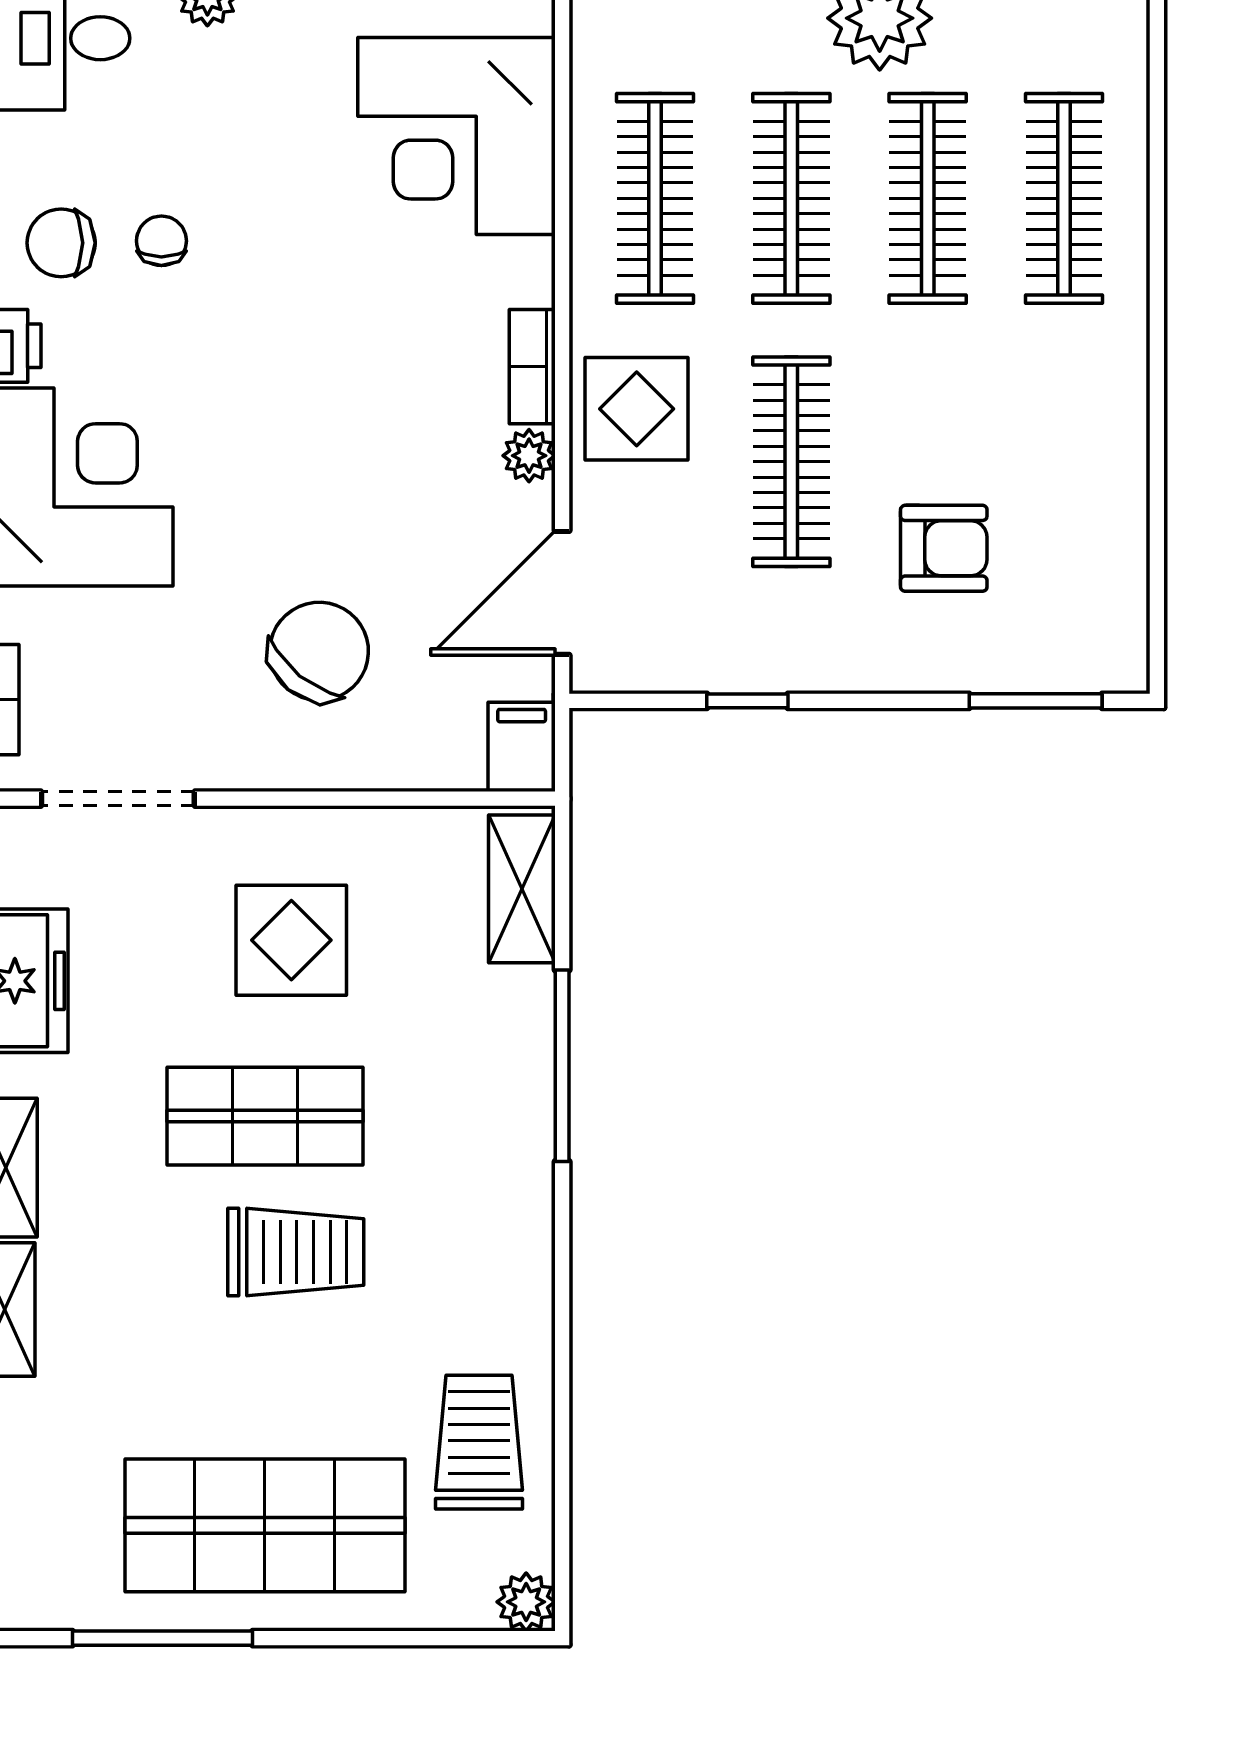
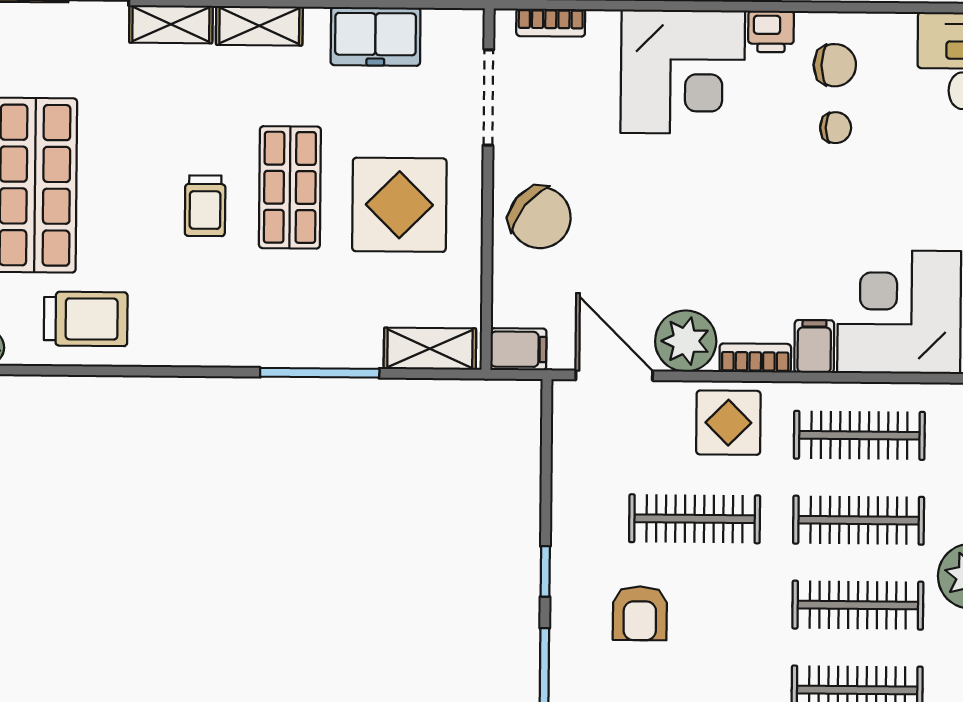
chair: (61, 243) -> (835, 65), turned 90
filing cabinet: (513, 272) -> (814, 346), added
plant: (529, 456) -> (686, 341), width x1.88, depth x1.88
chair: (319, 651) -> (540, 218), moved
window: (747, 701) -> (545, 571), moved
display table: (291, 940) -> (399, 205), width x1.36, depth x1.36
trolley: (296, 1252) -> (205, 206), width x0.73, depth x0.72

